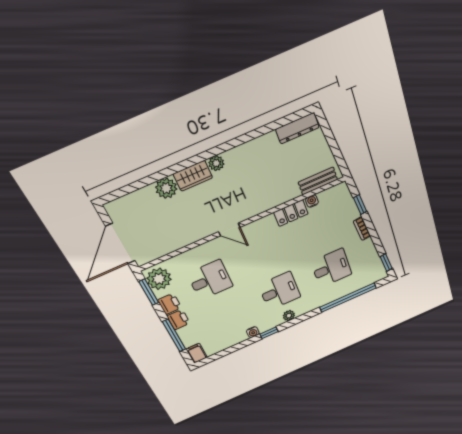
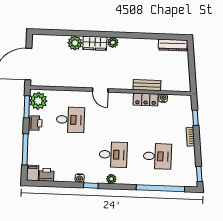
bench: (318, 181) -> (147, 85), moved
printer: (178, 320) -> (46, 175), moved, turned -90

